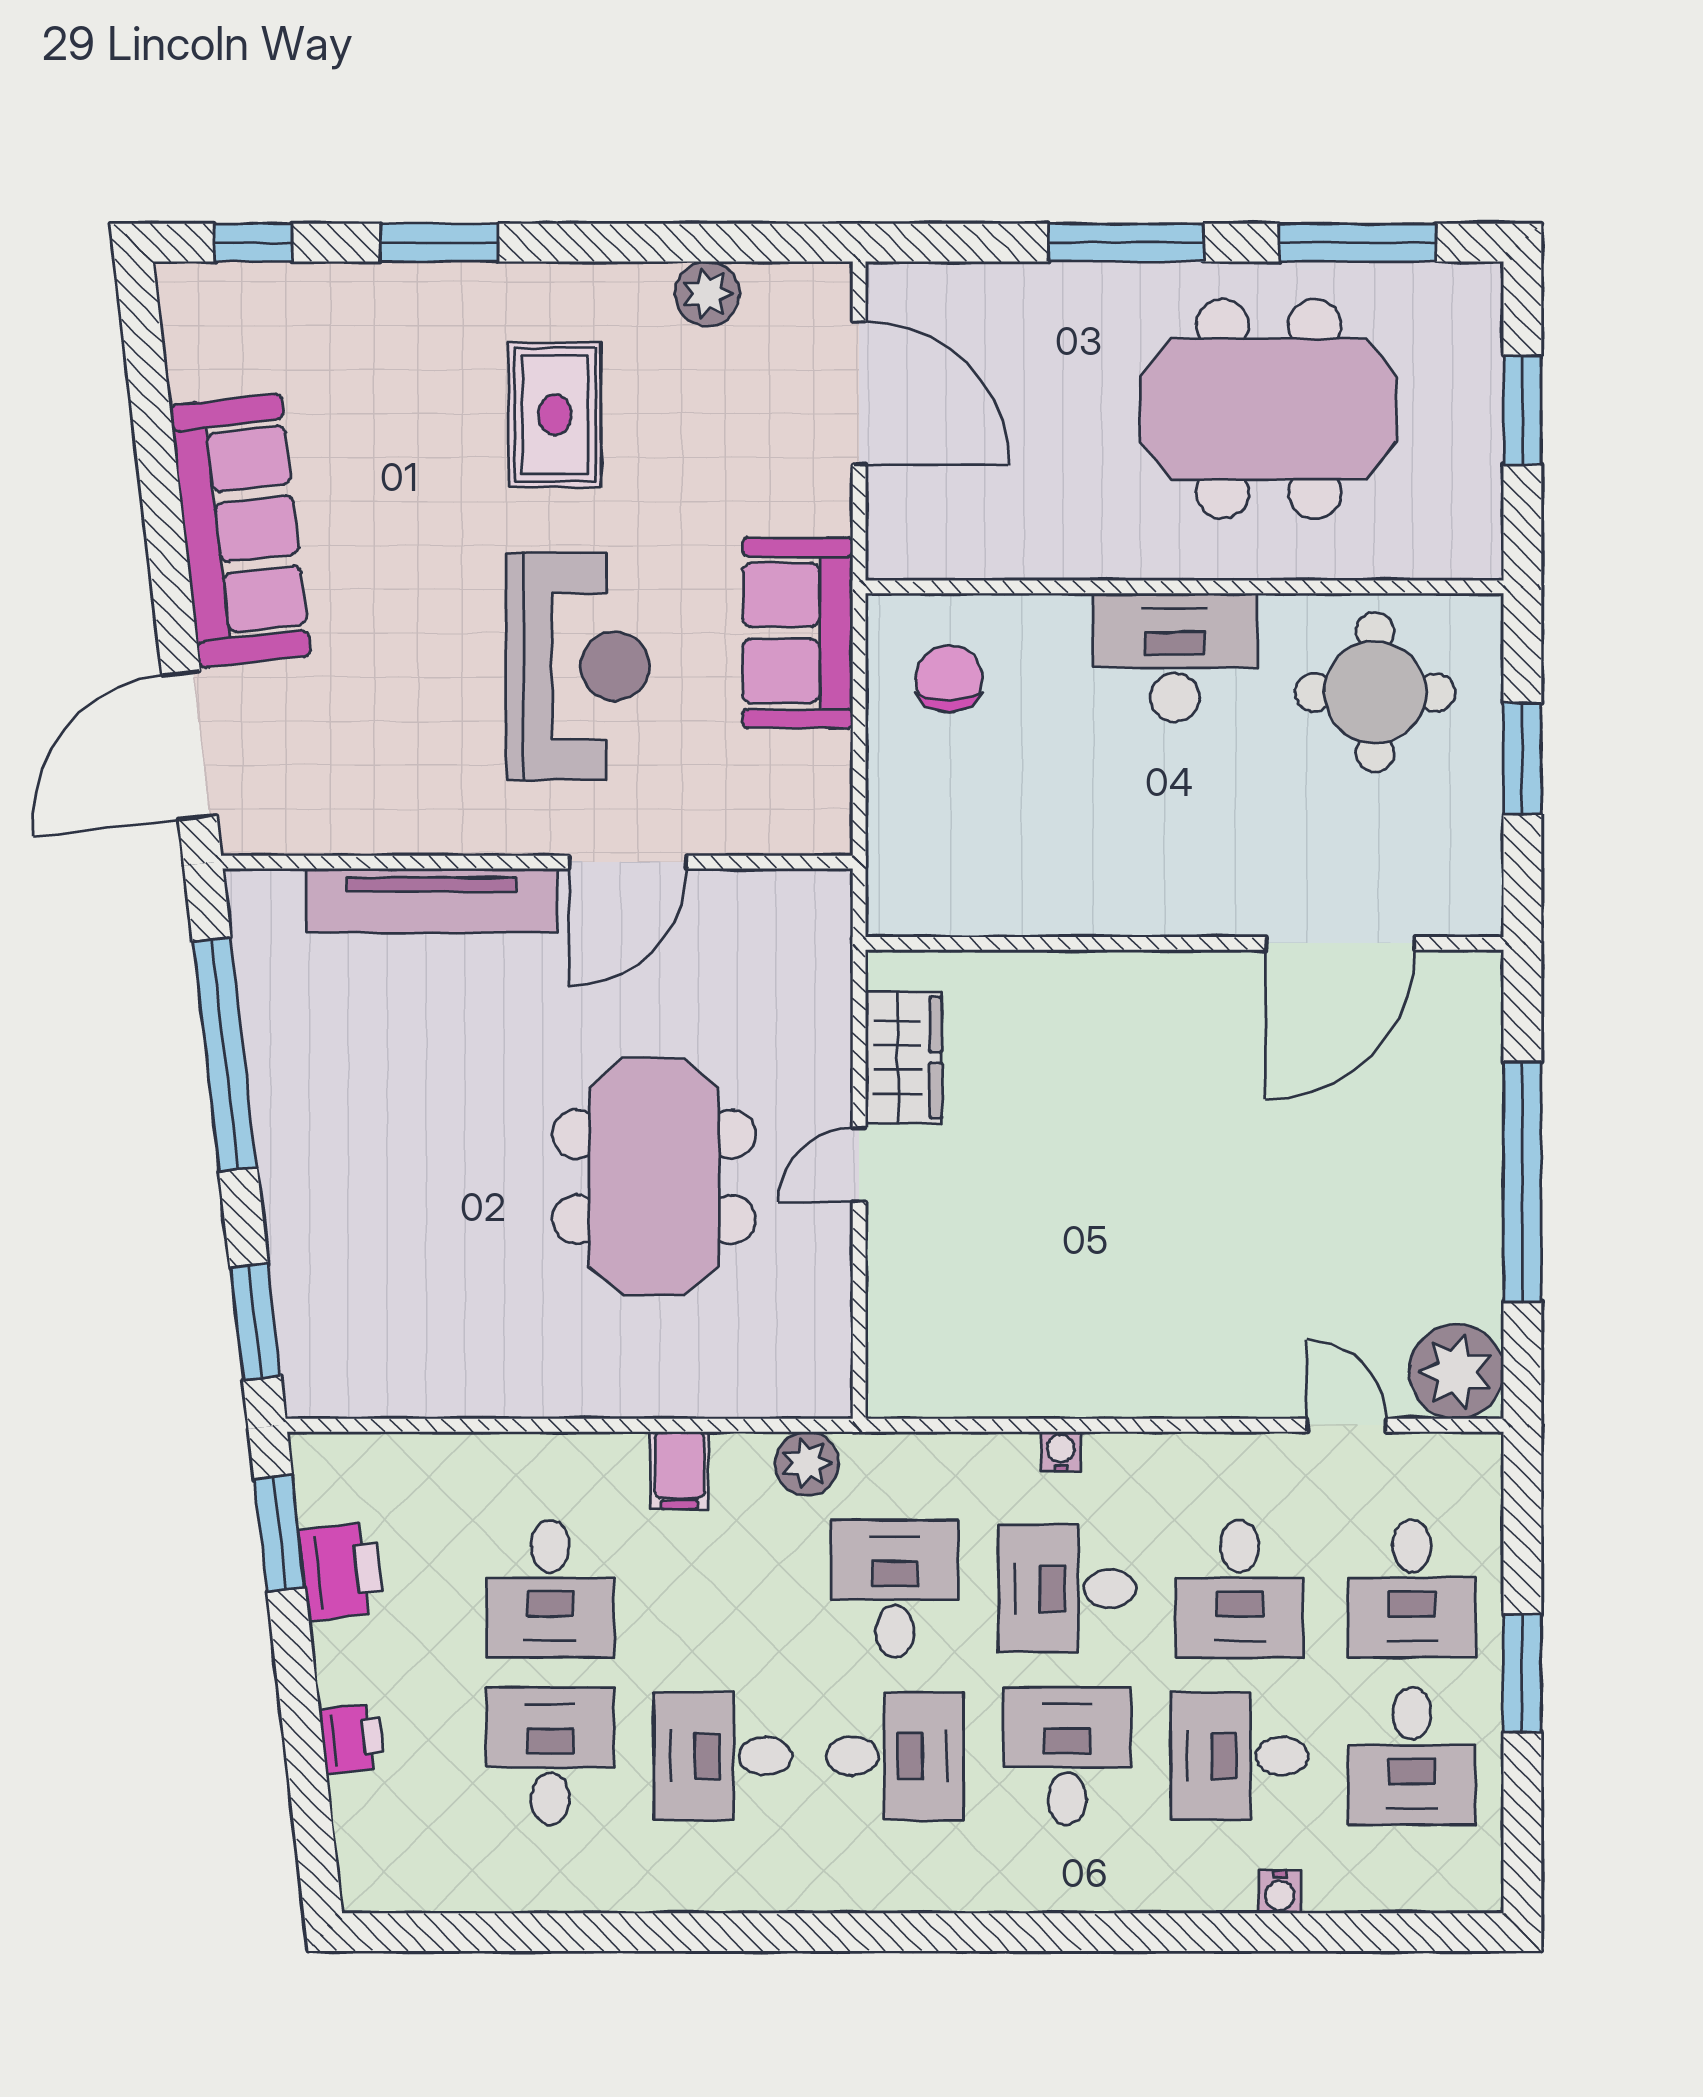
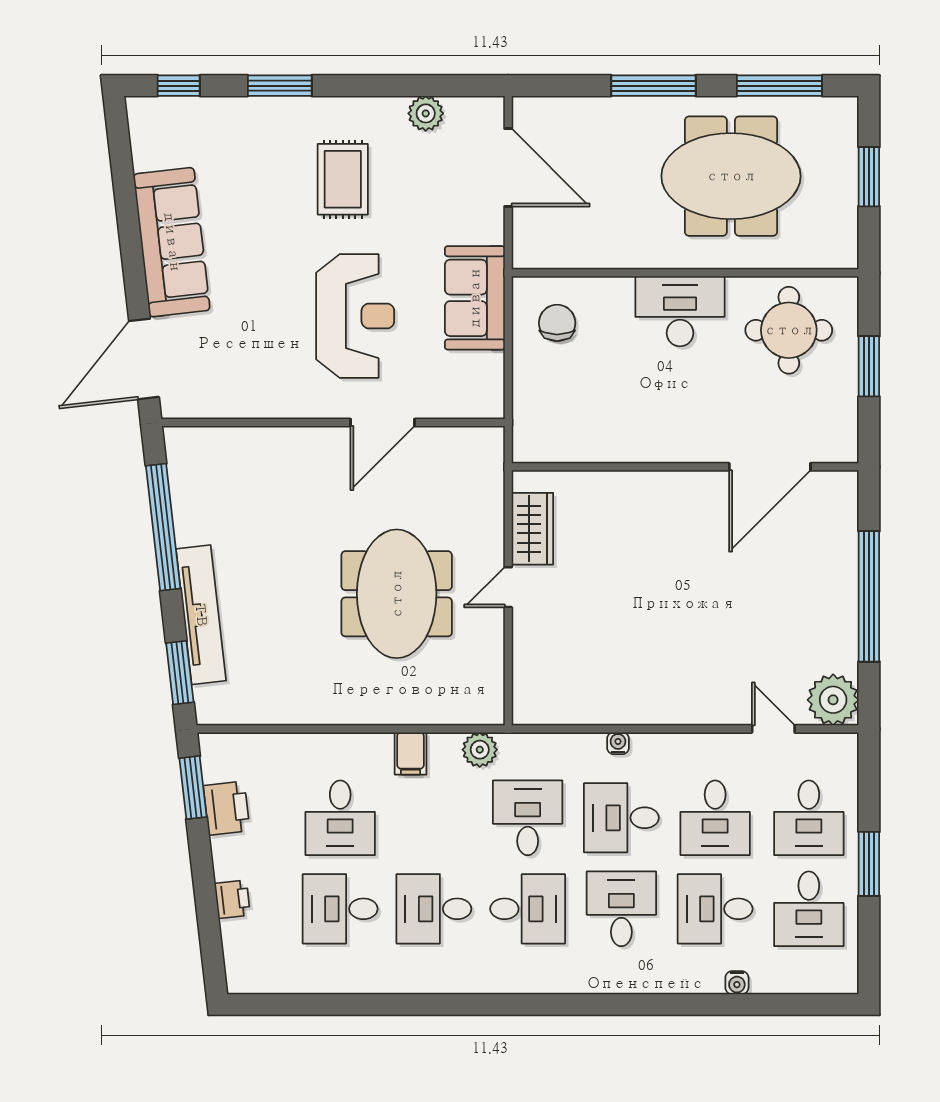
tv unit: (432, 900) -> (201, 615), moved, turned -97
desk: (550, 1756) -> (340, 909), turned -90

